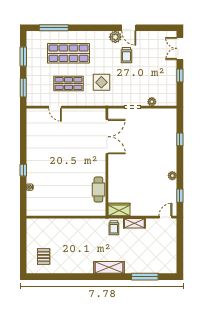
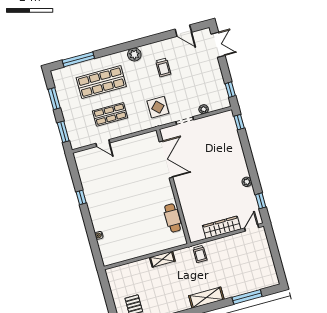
door: (129, 28) -> (183, 31), moved
plant: (115, 37) -> (134, 54), moved
double door: (180, 48) -> (218, 45), swing flipped
window: (180, 75) -> (230, 90), moved
display table: (101, 82) -> (158, 107), moved
window: (180, 139) -> (239, 122), moved
window: (23, 170) -> (81, 197), moved
wardrobe: (119, 210) -> (222, 227), moved, width x1.50
shelving: (134, 223) -> (162, 259), moved

